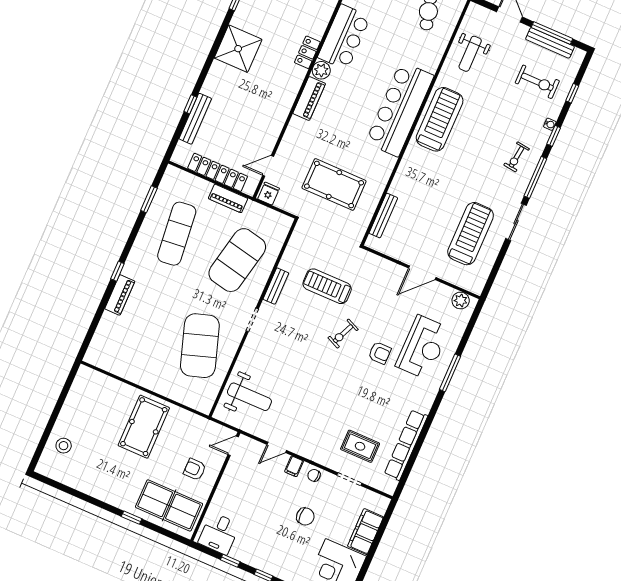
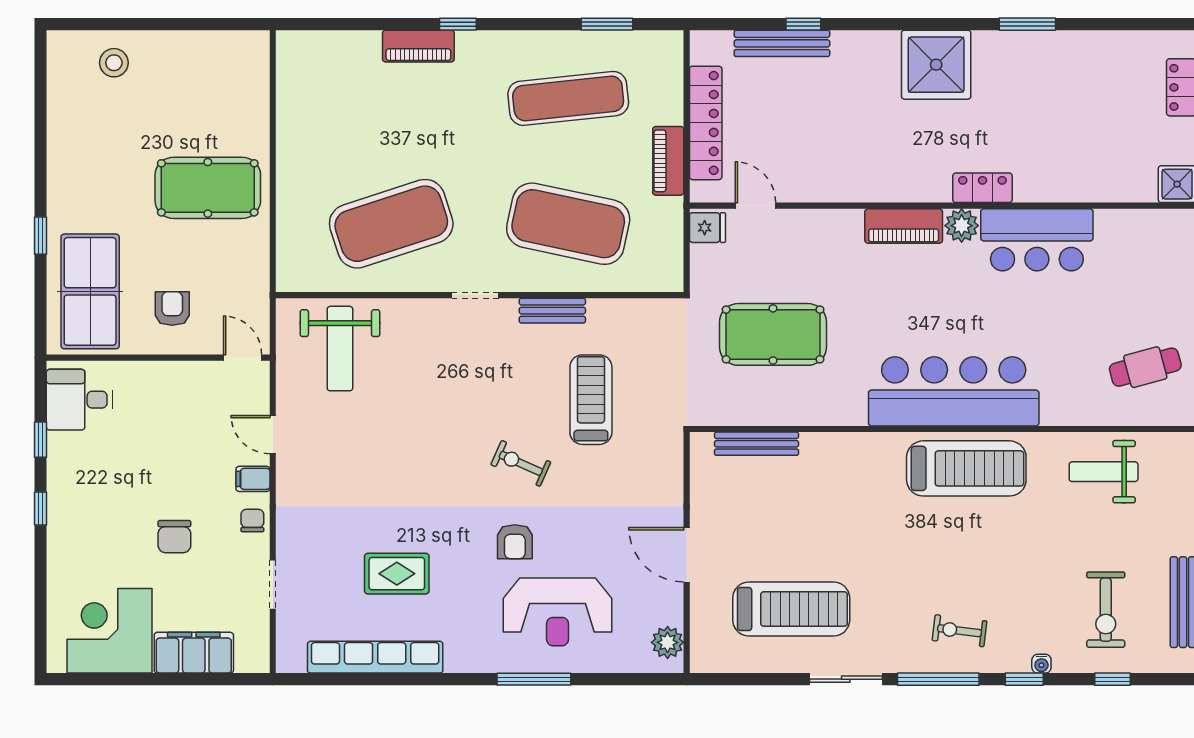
pool table: (334, 184) -> (773, 334), turned 90
rug: (360, 446) -> (397, 574), moved, turned 90

